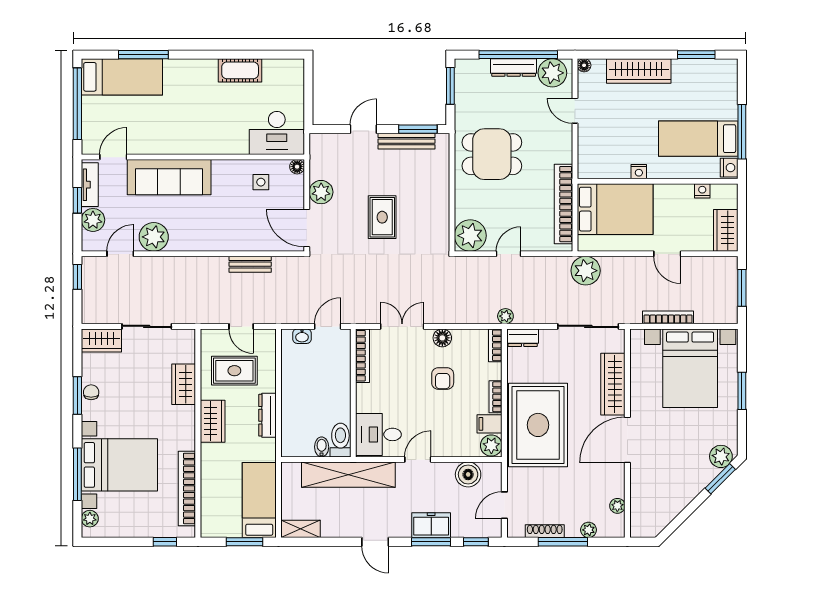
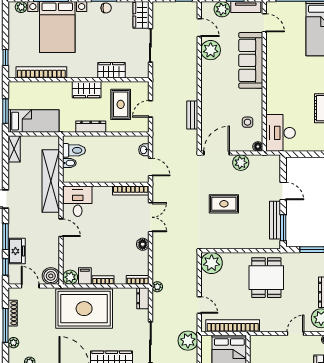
door: (508, 254) -> (199, 305), moved
armchair: (443, 378) -> (115, 244), removed
toilet: (340, 440) -> (74, 150), moved
boiler: (468, 474) -> (51, 276), moved
freezer: (431, 525) -> (17, 251), moved

